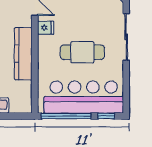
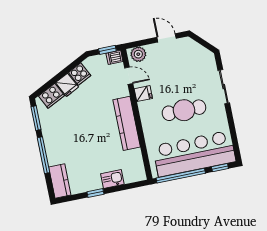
sliding door: (126, 37) -> (224, 87), width x0.73

